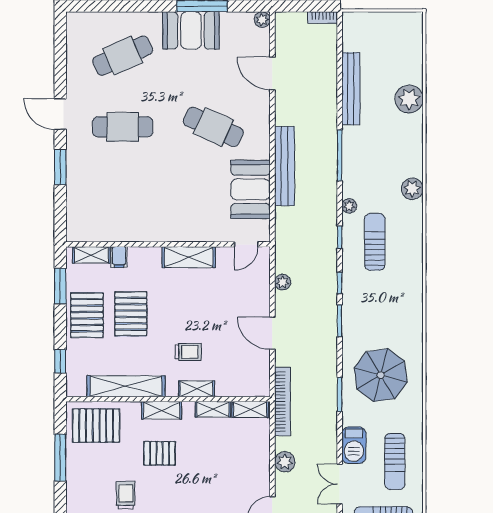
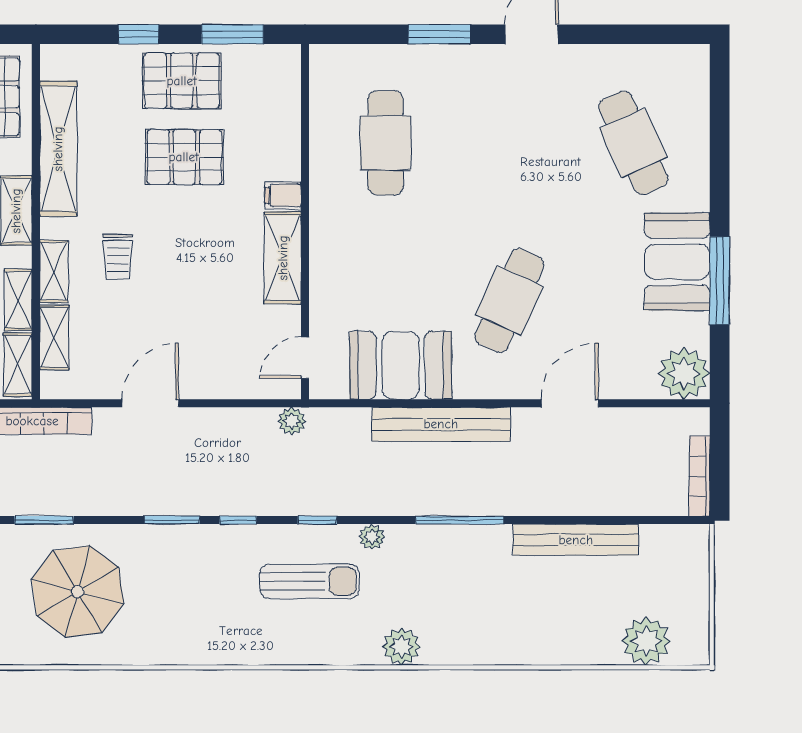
bookcase: (323, 18) -> (700, 476), width x1.56
plant: (262, 20) -> (684, 374), width x1.87, depth x1.87
door: (272, 73) -> (570, 403), moved
plant: (409, 99) -> (646, 641), moved
cafe table: (123, 127) -> (385, 143), moved
door: (246, 244) -> (305, 358), hinge flipped
shelving: (91, 255) -> (54, 337), moved
filing cabinet: (119, 257) -> (283, 195), moved
plant: (283, 282) -> (292, 421), moved
window: (60, 361) -> (139, 34), moved

